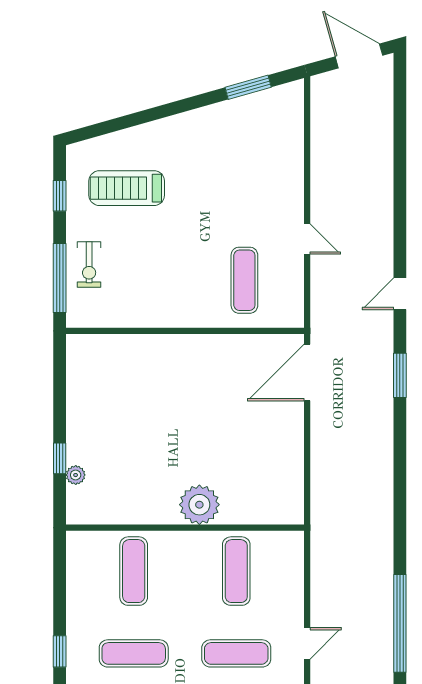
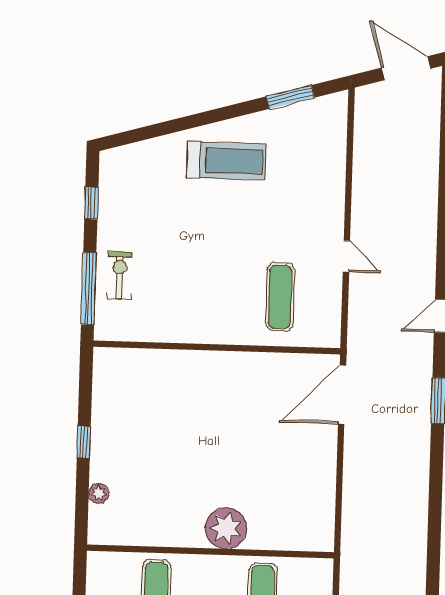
treadmill: (127, 188) -> (226, 161), moved, turned 180
exercise bike: (89, 264) -> (120, 276), turned 180
window: (60, 458) -> (84, 442), moved

